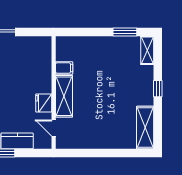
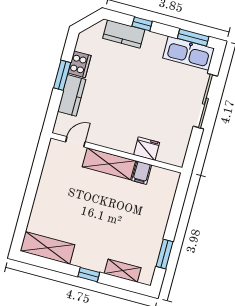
shelving: (147, 50) -> (123, 271), moved
fridge: (44, 103) -> (147, 149), moved

